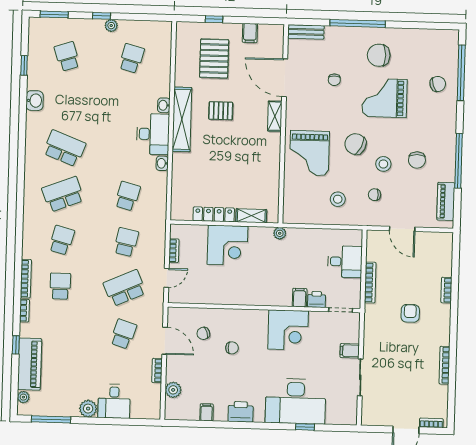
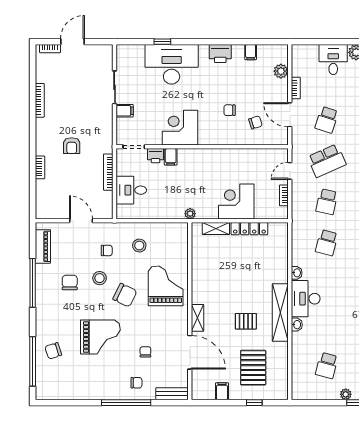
chair: (379, 55) -> (136, 383), moved, width x0.54, depth x0.54

